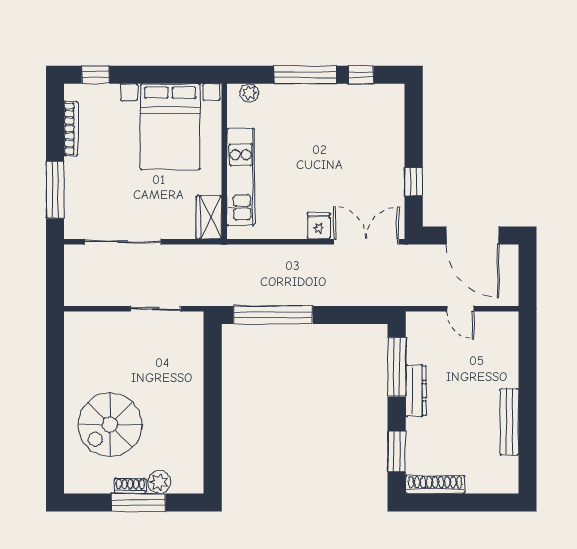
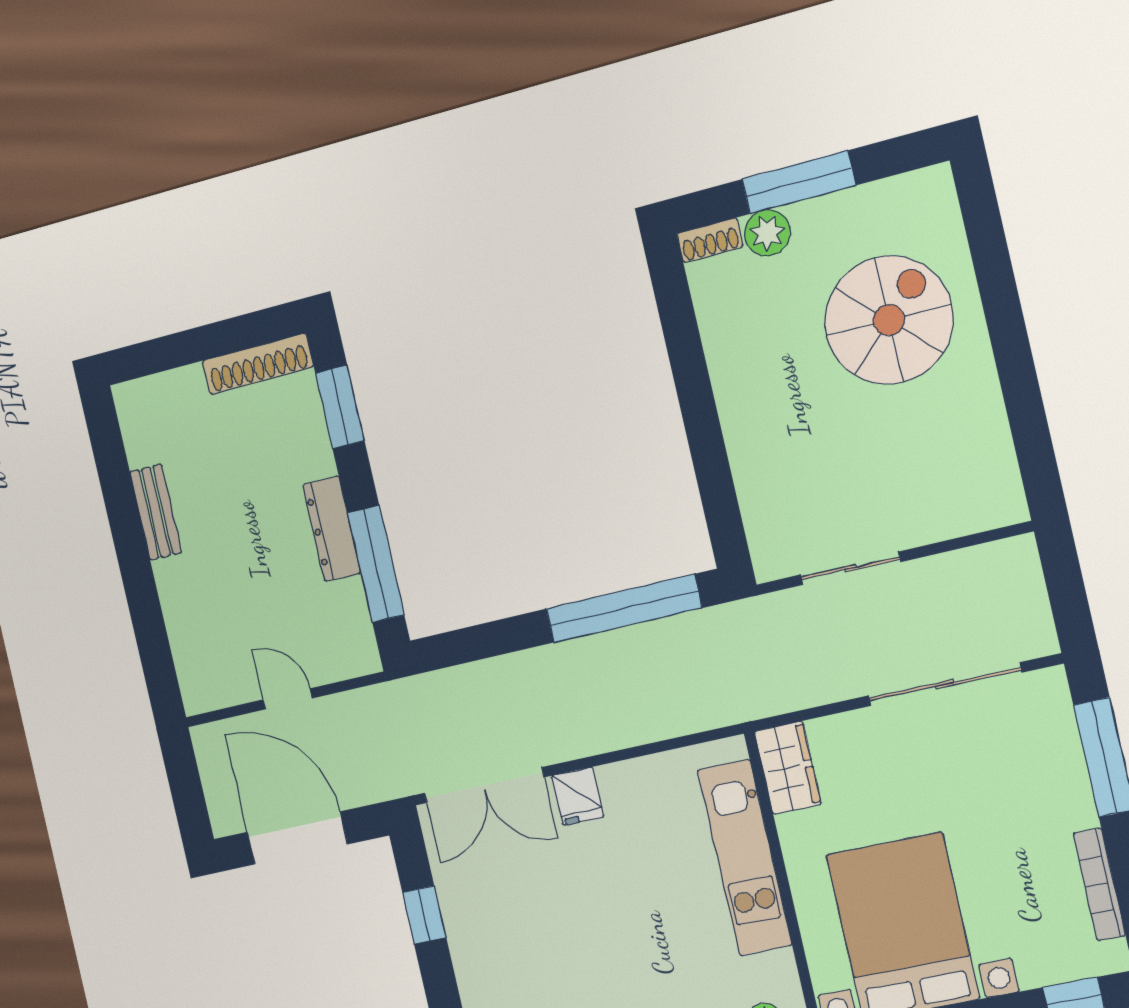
bench: (509, 422) -> (156, 512), width x0.73
shoe rack: (130, 486) -> (710, 240), moved

